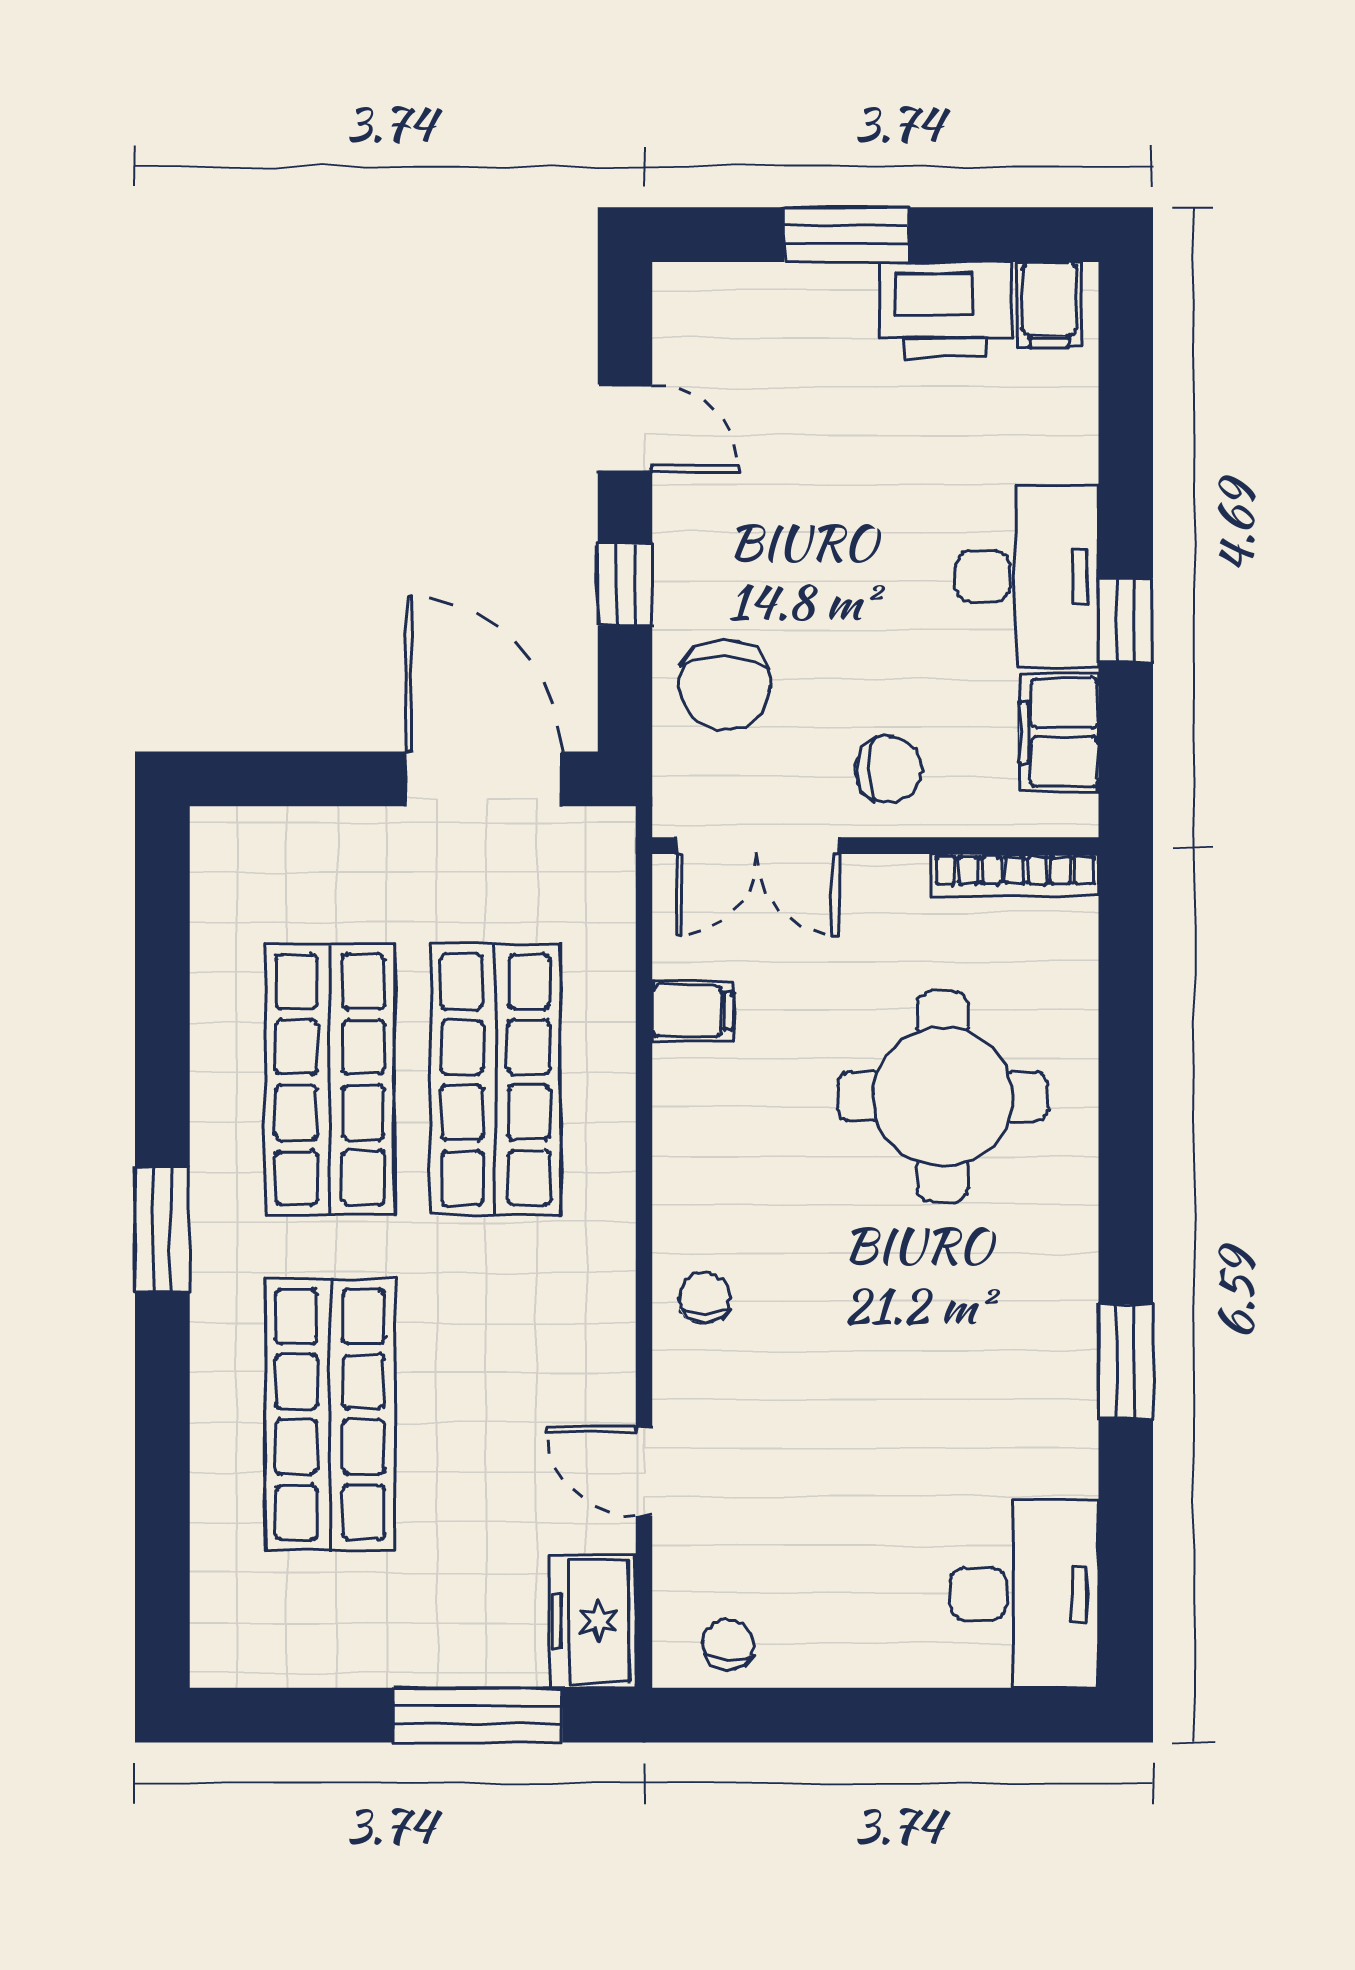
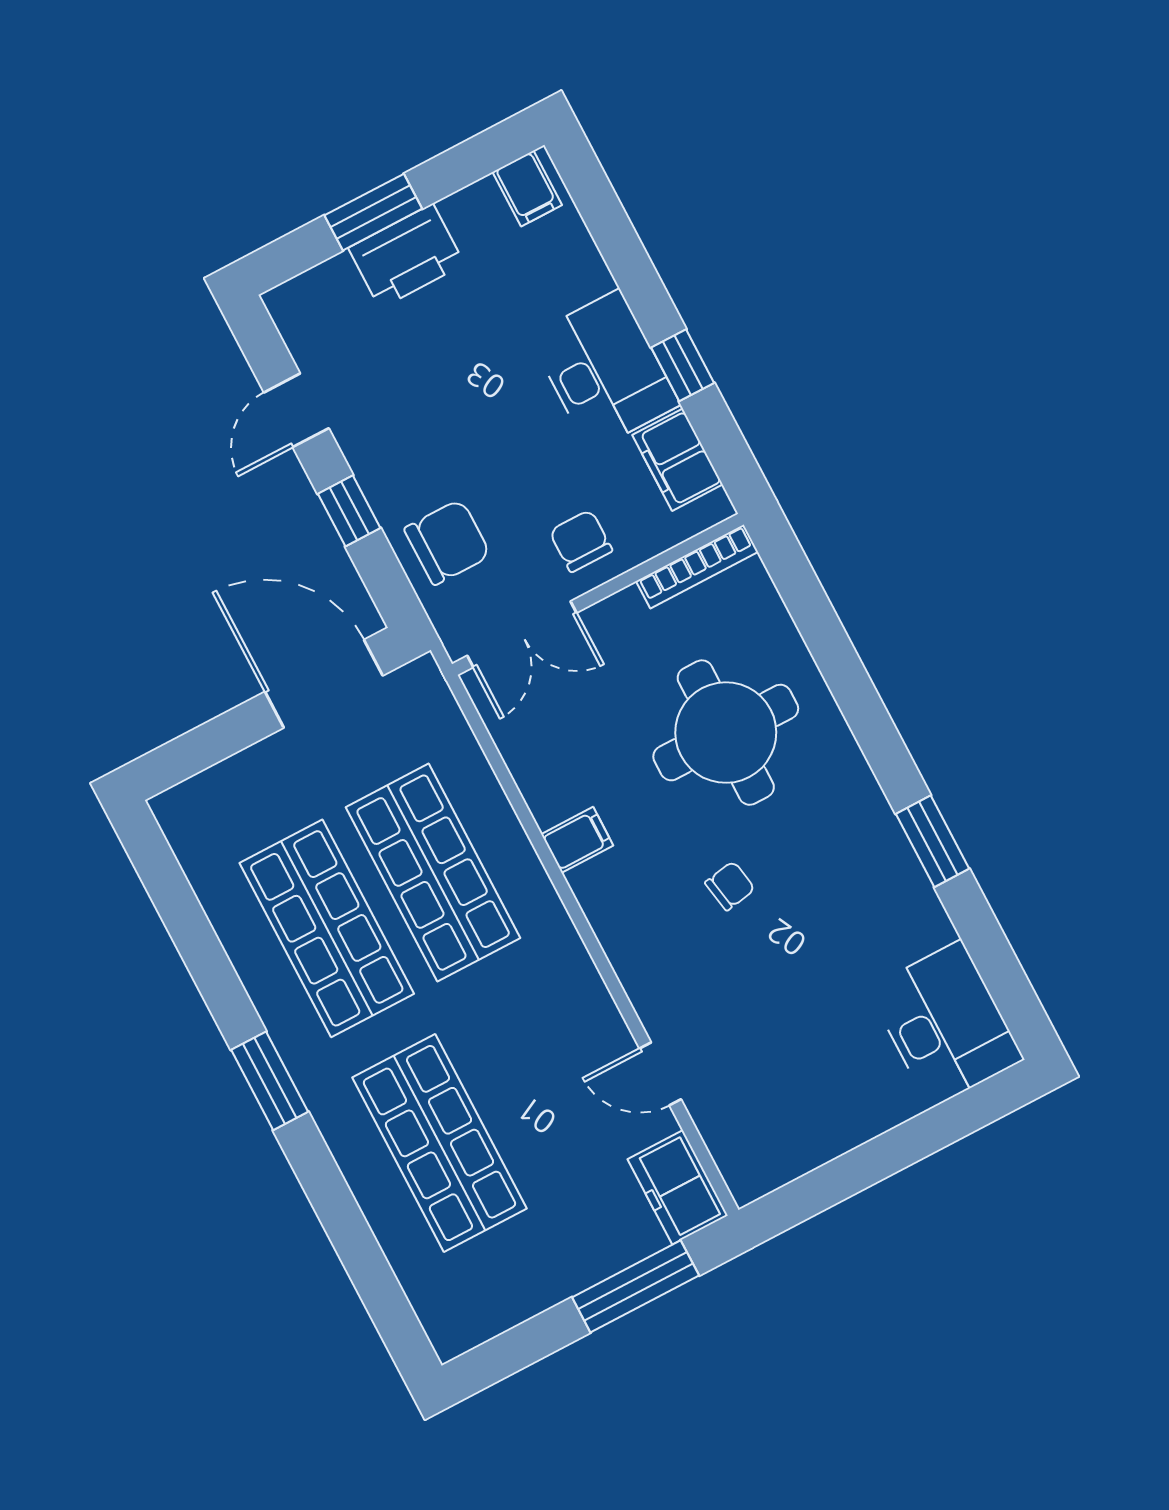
printer: (945, 310) -> (406, 256), moved
door: (625, 427) -> (296, 410), swing flipped
chair: (725, 685) -> (447, 542), turned -90
chair: (889, 769) -> (581, 541), turned -90
filing cabinet: (693, 1011) -> (577, 840), moved
chair: (705, 1298) -> (730, 886), moved, turned 80
chair: (728, 1644) -> (772, 1157), removed

